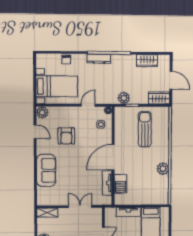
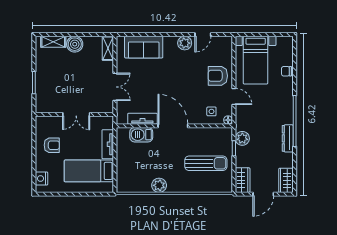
dresser: (99, 59) -> (288, 138), moved
wardrobe: (147, 61) -> (286, 180), moved
plant: (42, 112) -> (185, 43), moved
armchair: (66, 136) -> (218, 76), moved
sofa: (46, 170) -> (144, 47), moved

